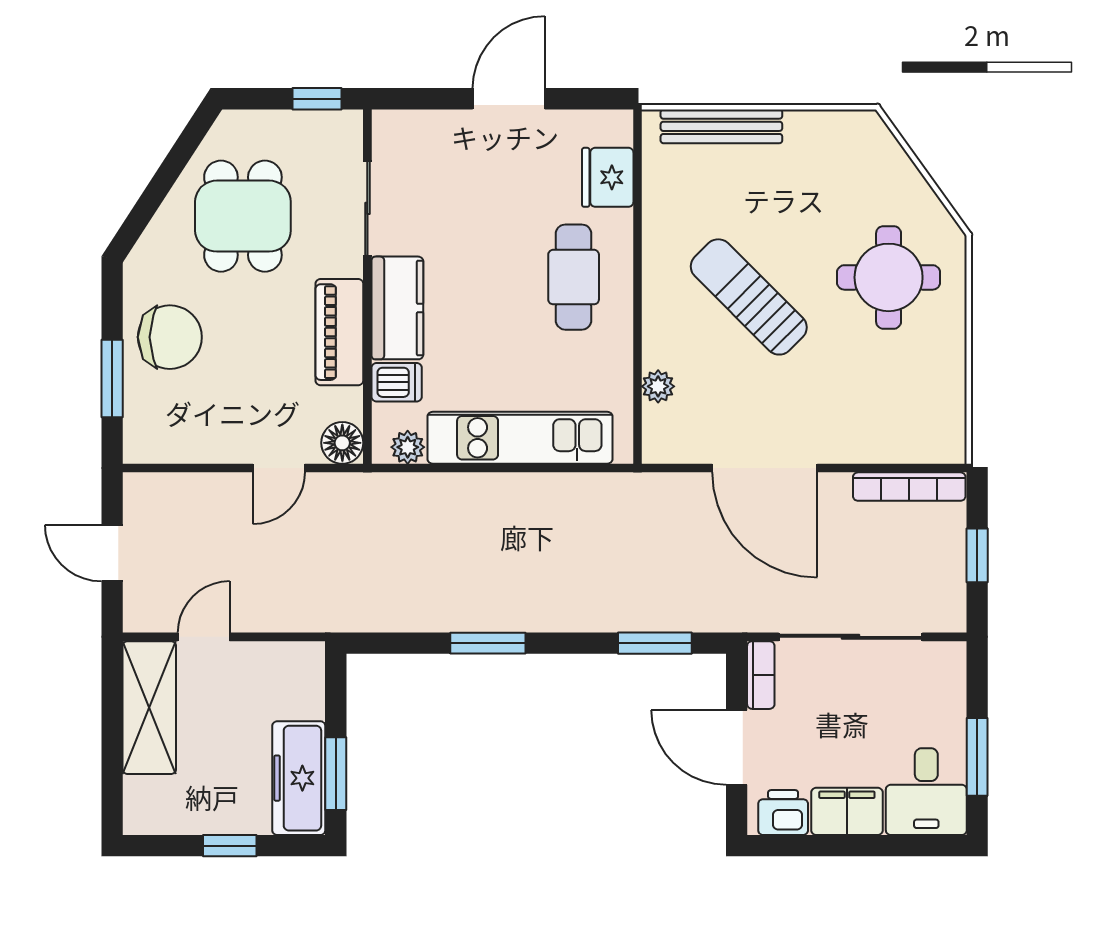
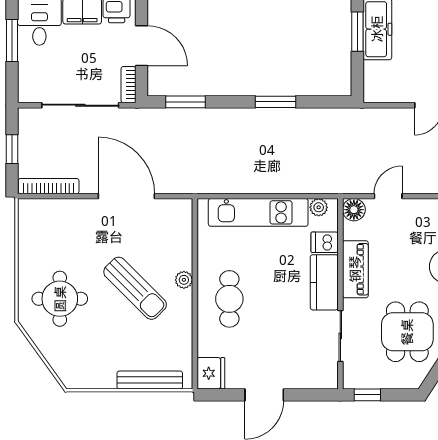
fridge: (608, 177) -> (211, 373), moved
plant: (658, 386) -> (184, 280), moved

